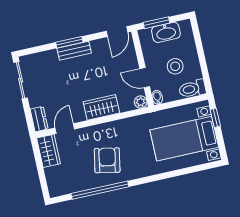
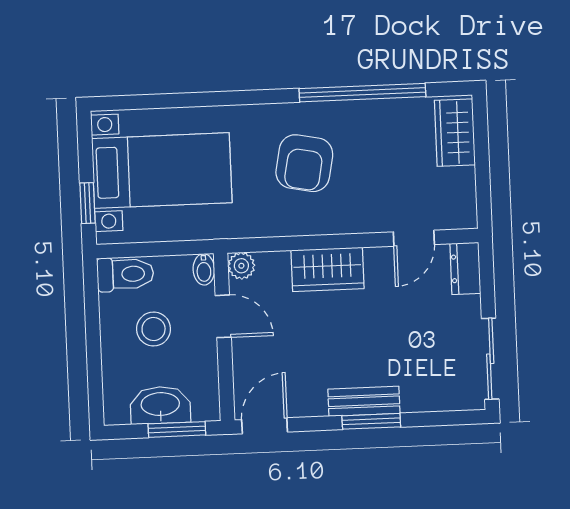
wardrobe: (48, 151) -> (455, 133), moved
armchair: (107, 160) -> (304, 163), moved

